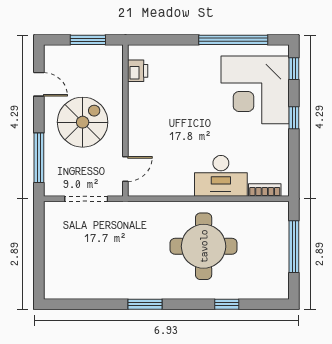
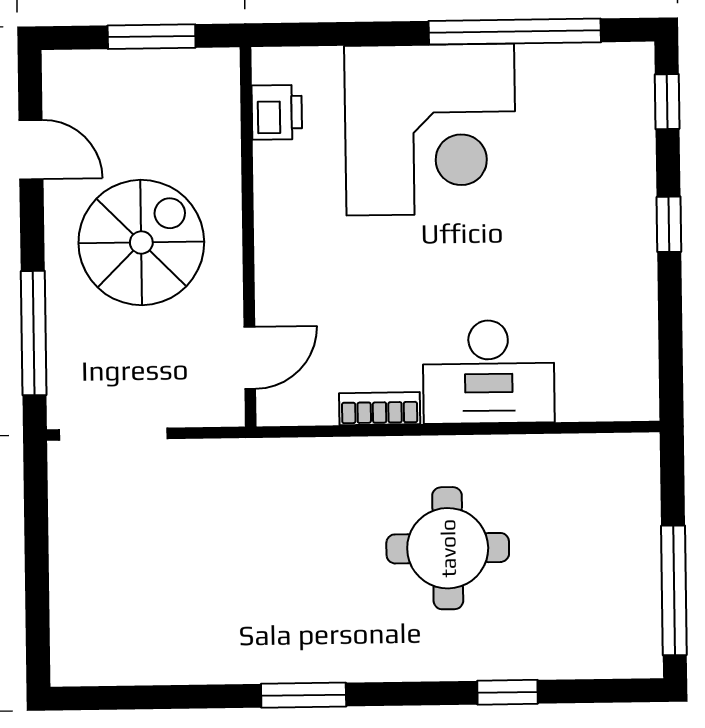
corner desk: (255, 90) -> (430, 130), moved, turned -90
bookcase: (265, 190) -> (380, 409), moved
doorway: (86, 199) -> (113, 434), moved
round table: (204, 246) -> (448, 548), width x0.73, depth x0.73
window: (294, 247) -> (674, 590), moved

